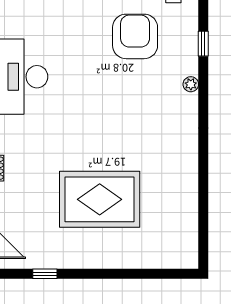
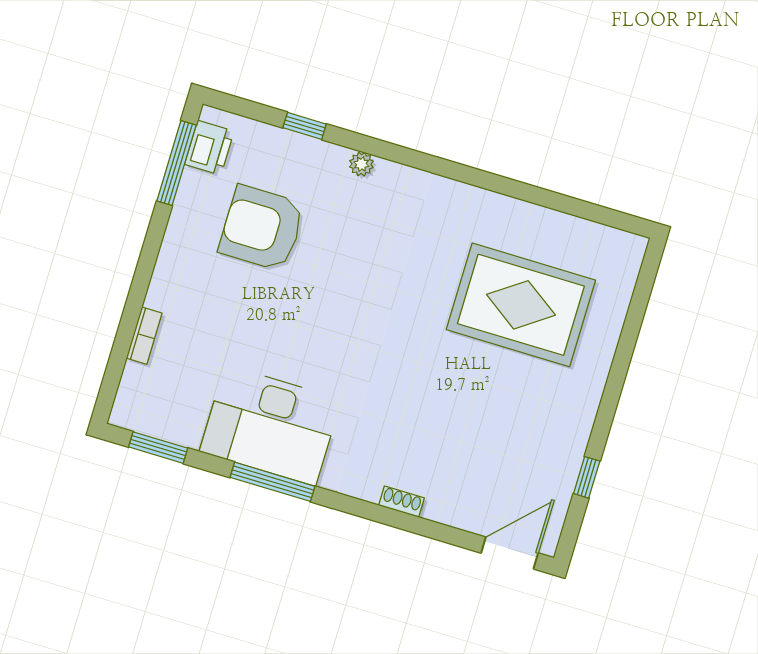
rug: (100, 199) -> (521, 305), moved, turned 90

